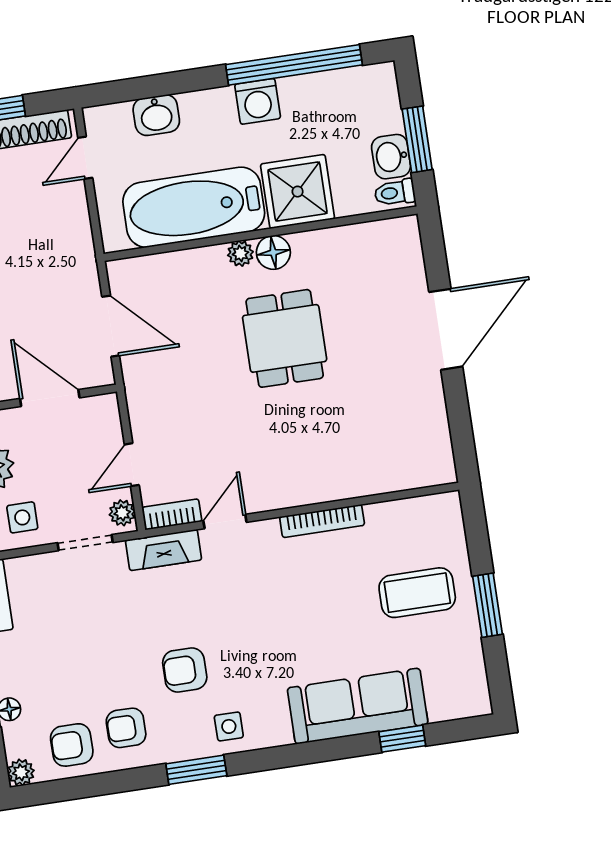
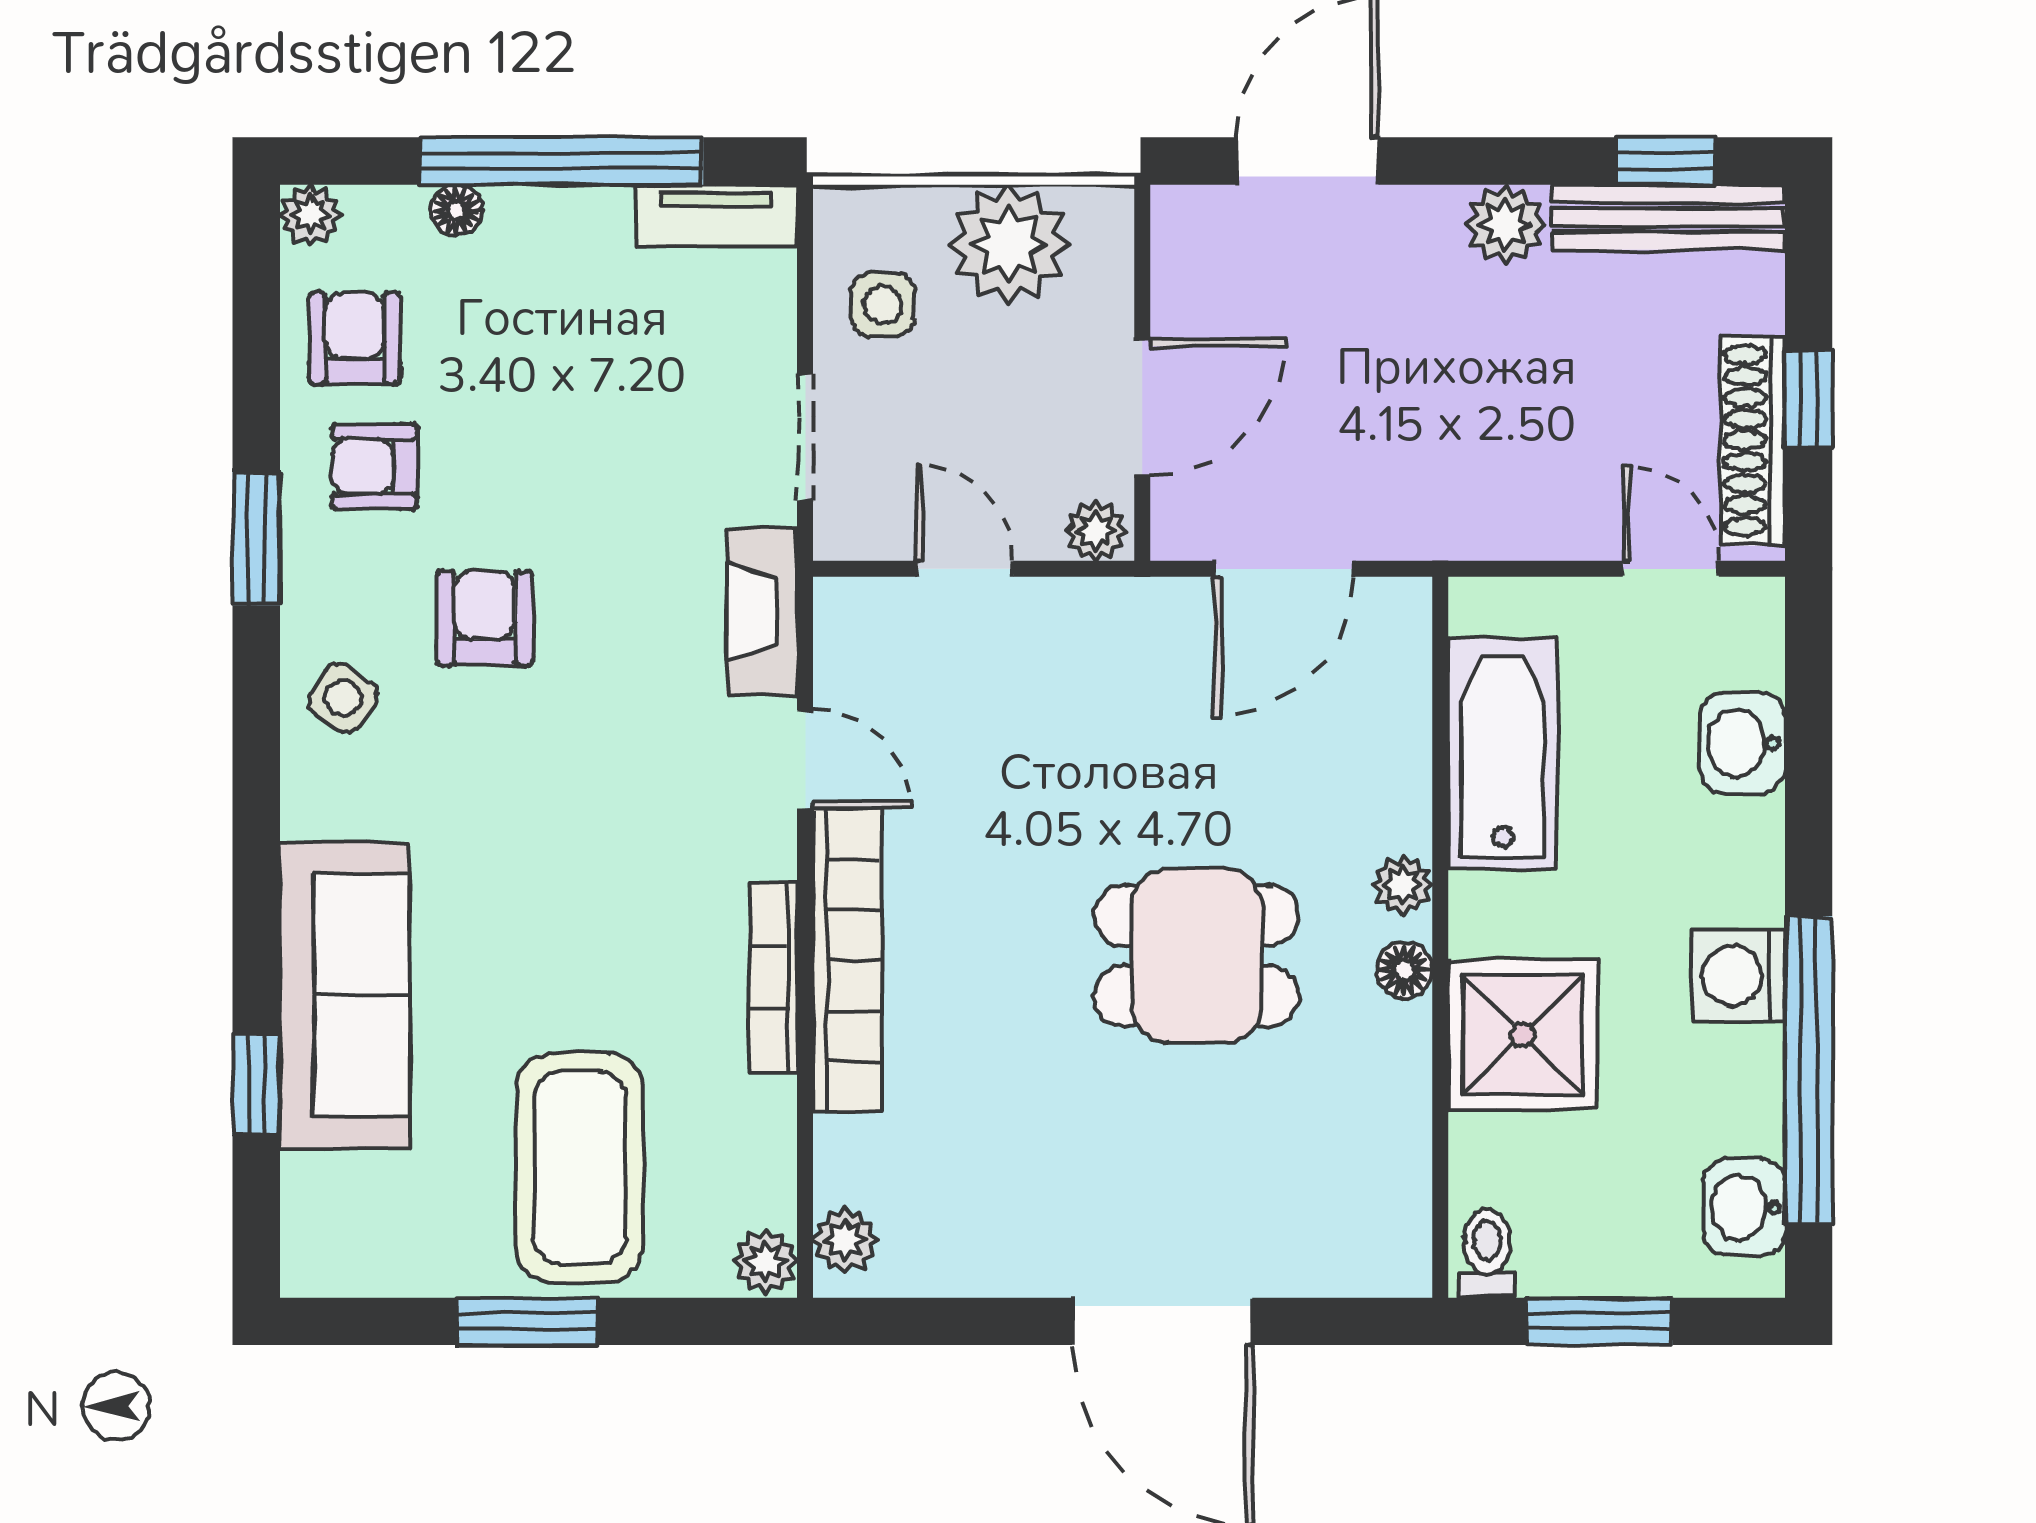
washbasin: (391, 157) -> (1744, 1208), moved, turned -90
bathtub: (194, 207) -> (1503, 754), width x0.73, depth x0.73
floor lamp: (273, 252) -> (1404, 970), width x0.73, depth x0.73
plant: (431, 472) -> (845, 1240), added
plant: (446, 506) -> (765, 1261), added
plant: (122, 513) -> (1096, 531), moved
bookcase: (172, 514) -> (847, 960), moved, width x2.31, depth x1.31
coffee table: (417, 593) -> (580, 1167), width x1.36, depth x1.32
side table: (229, 726) -> (343, 698), turned 35
armchair: (126, 728) -> (375, 467), turned -90
window: (196, 770) -> (256, 539), moved

